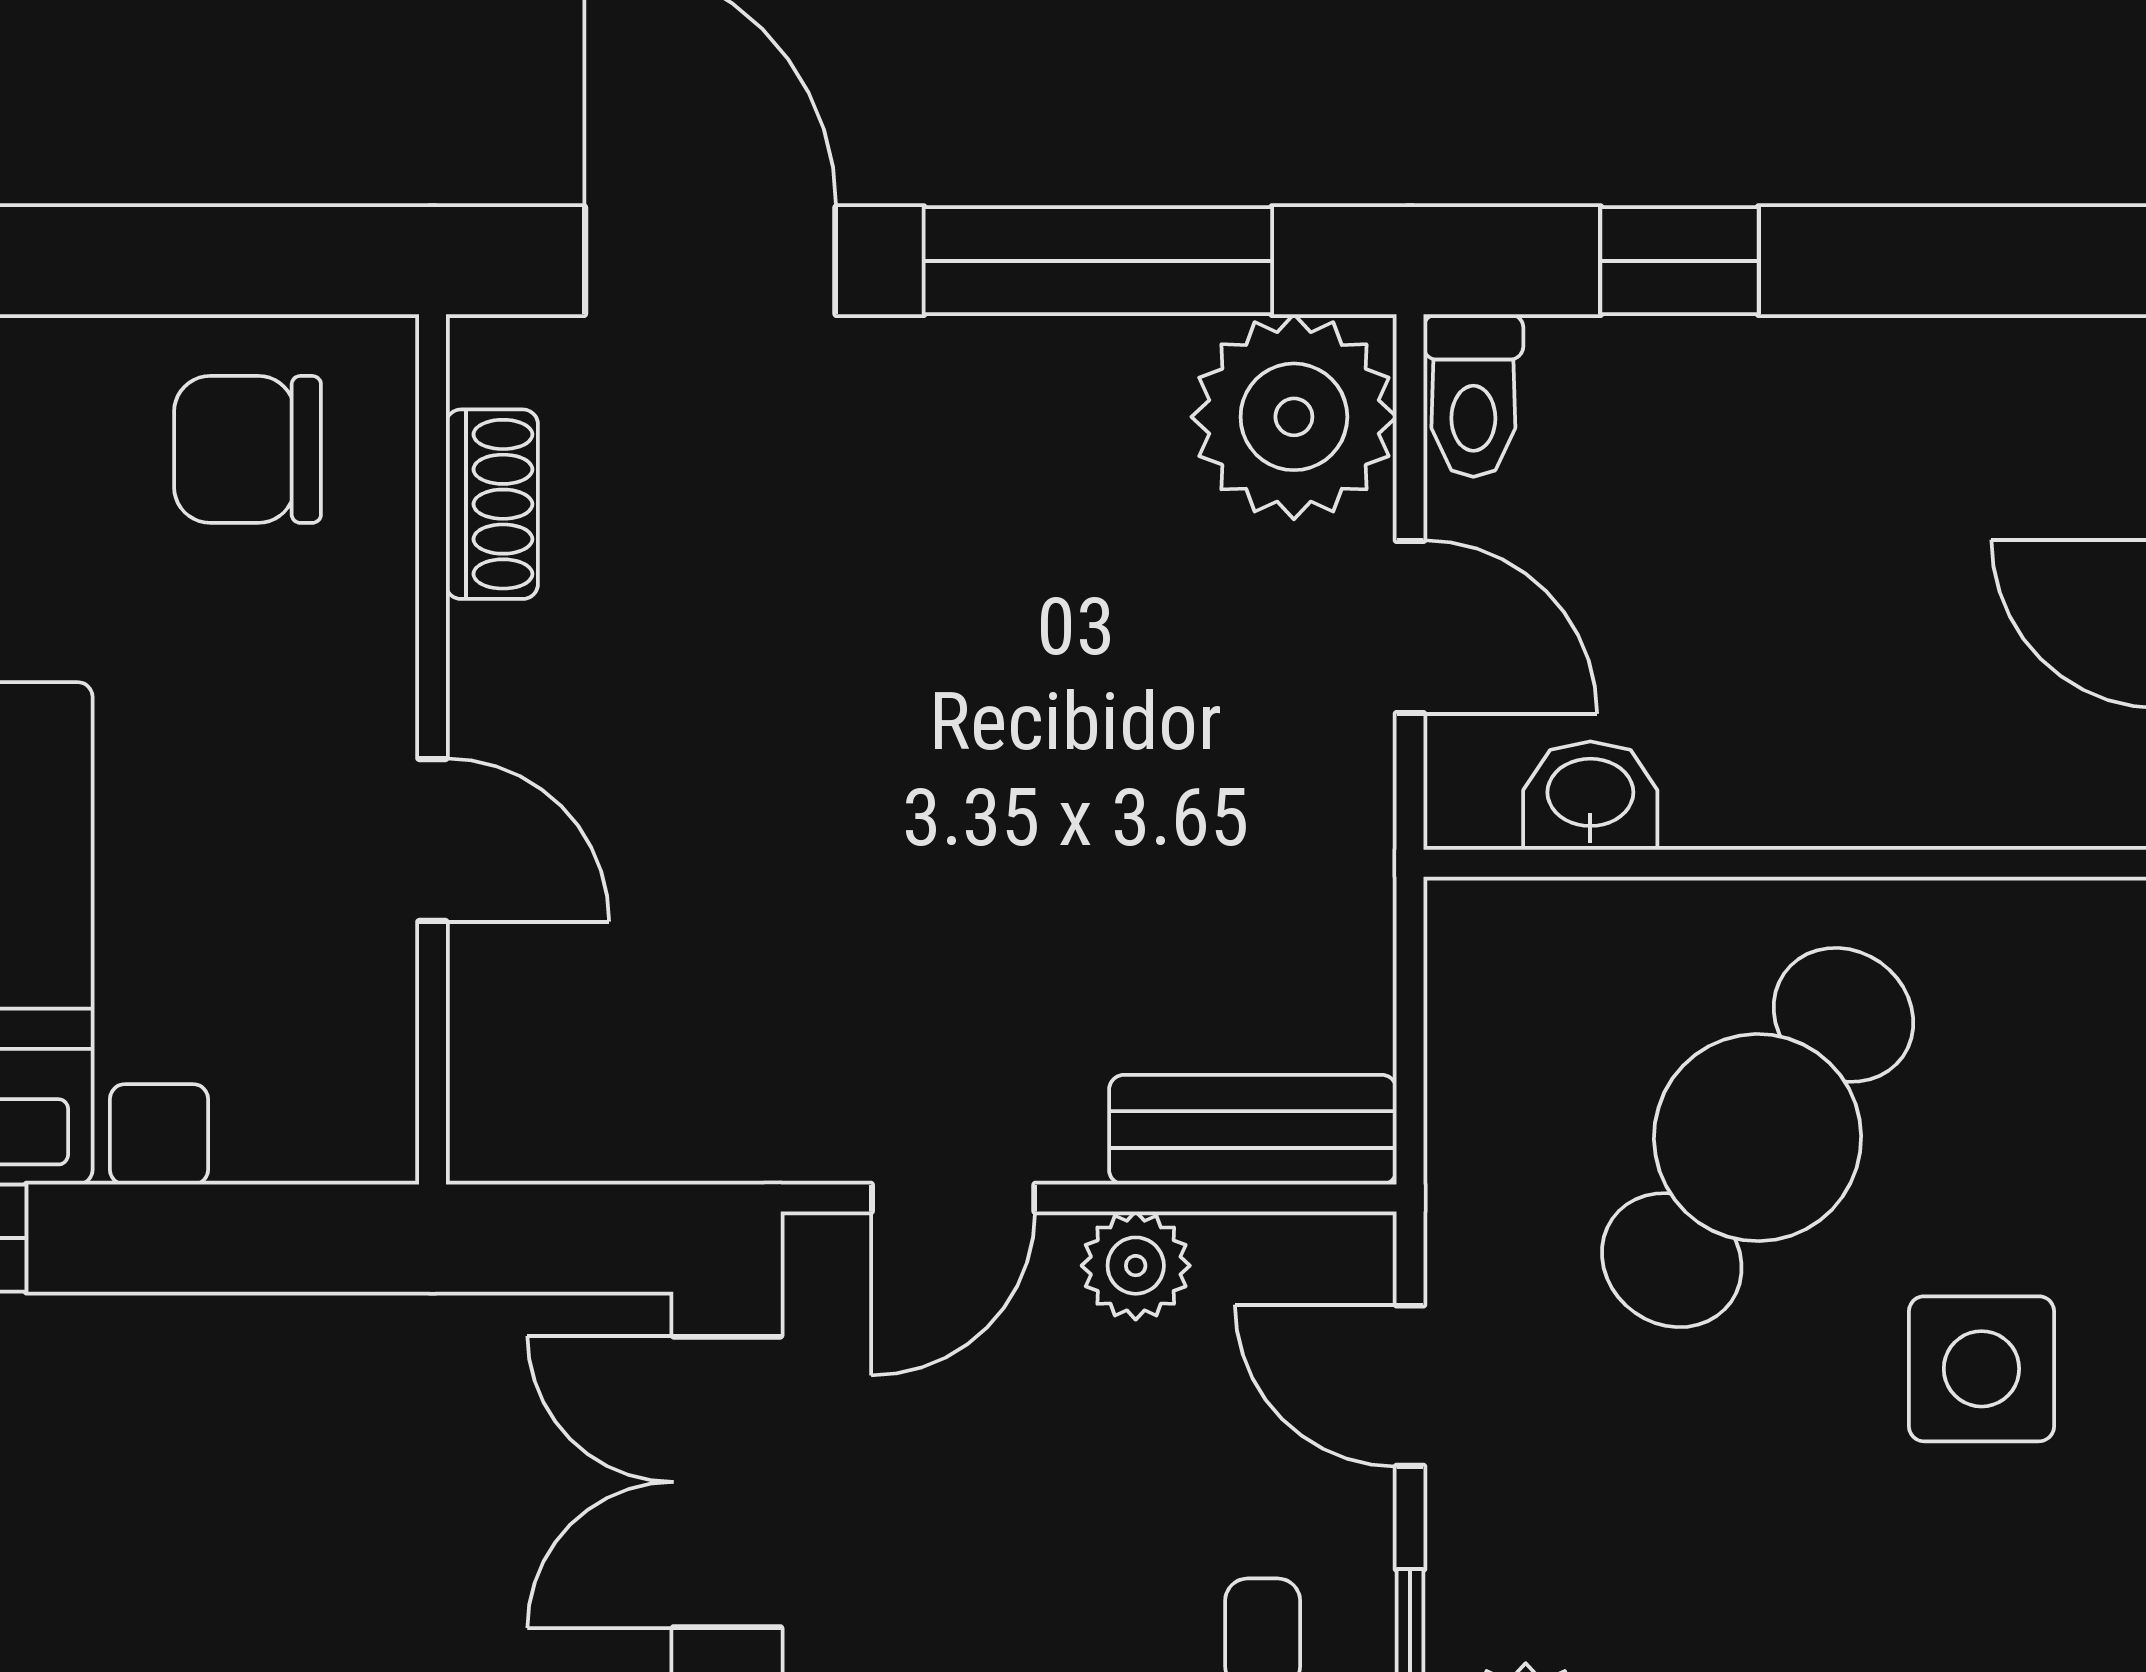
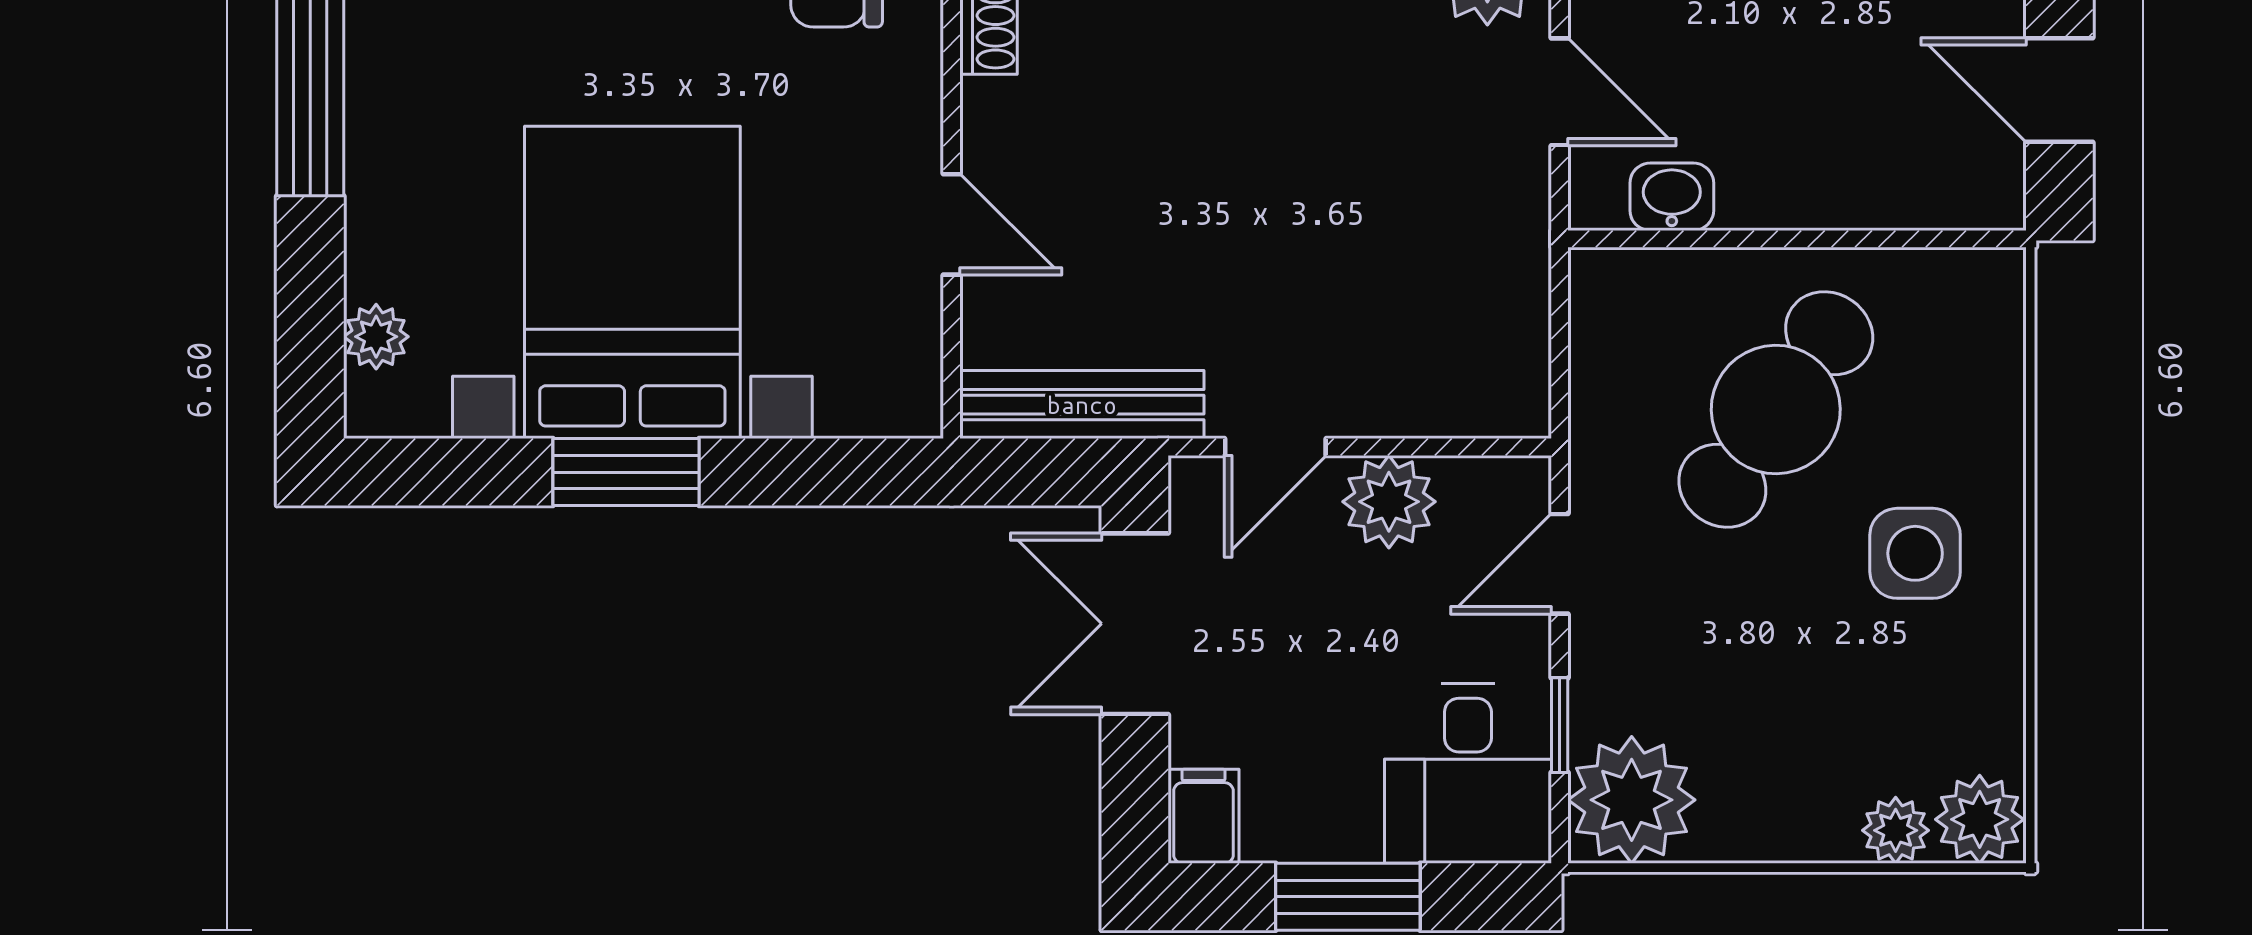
bench: (1253, 1130) -> (1082, 405), moved, width x1.36
plant: (1136, 1266) -> (1389, 502), width x1.38, depth x1.38
door: (1410, 1386) -> (1560, 564), hinge flipped

